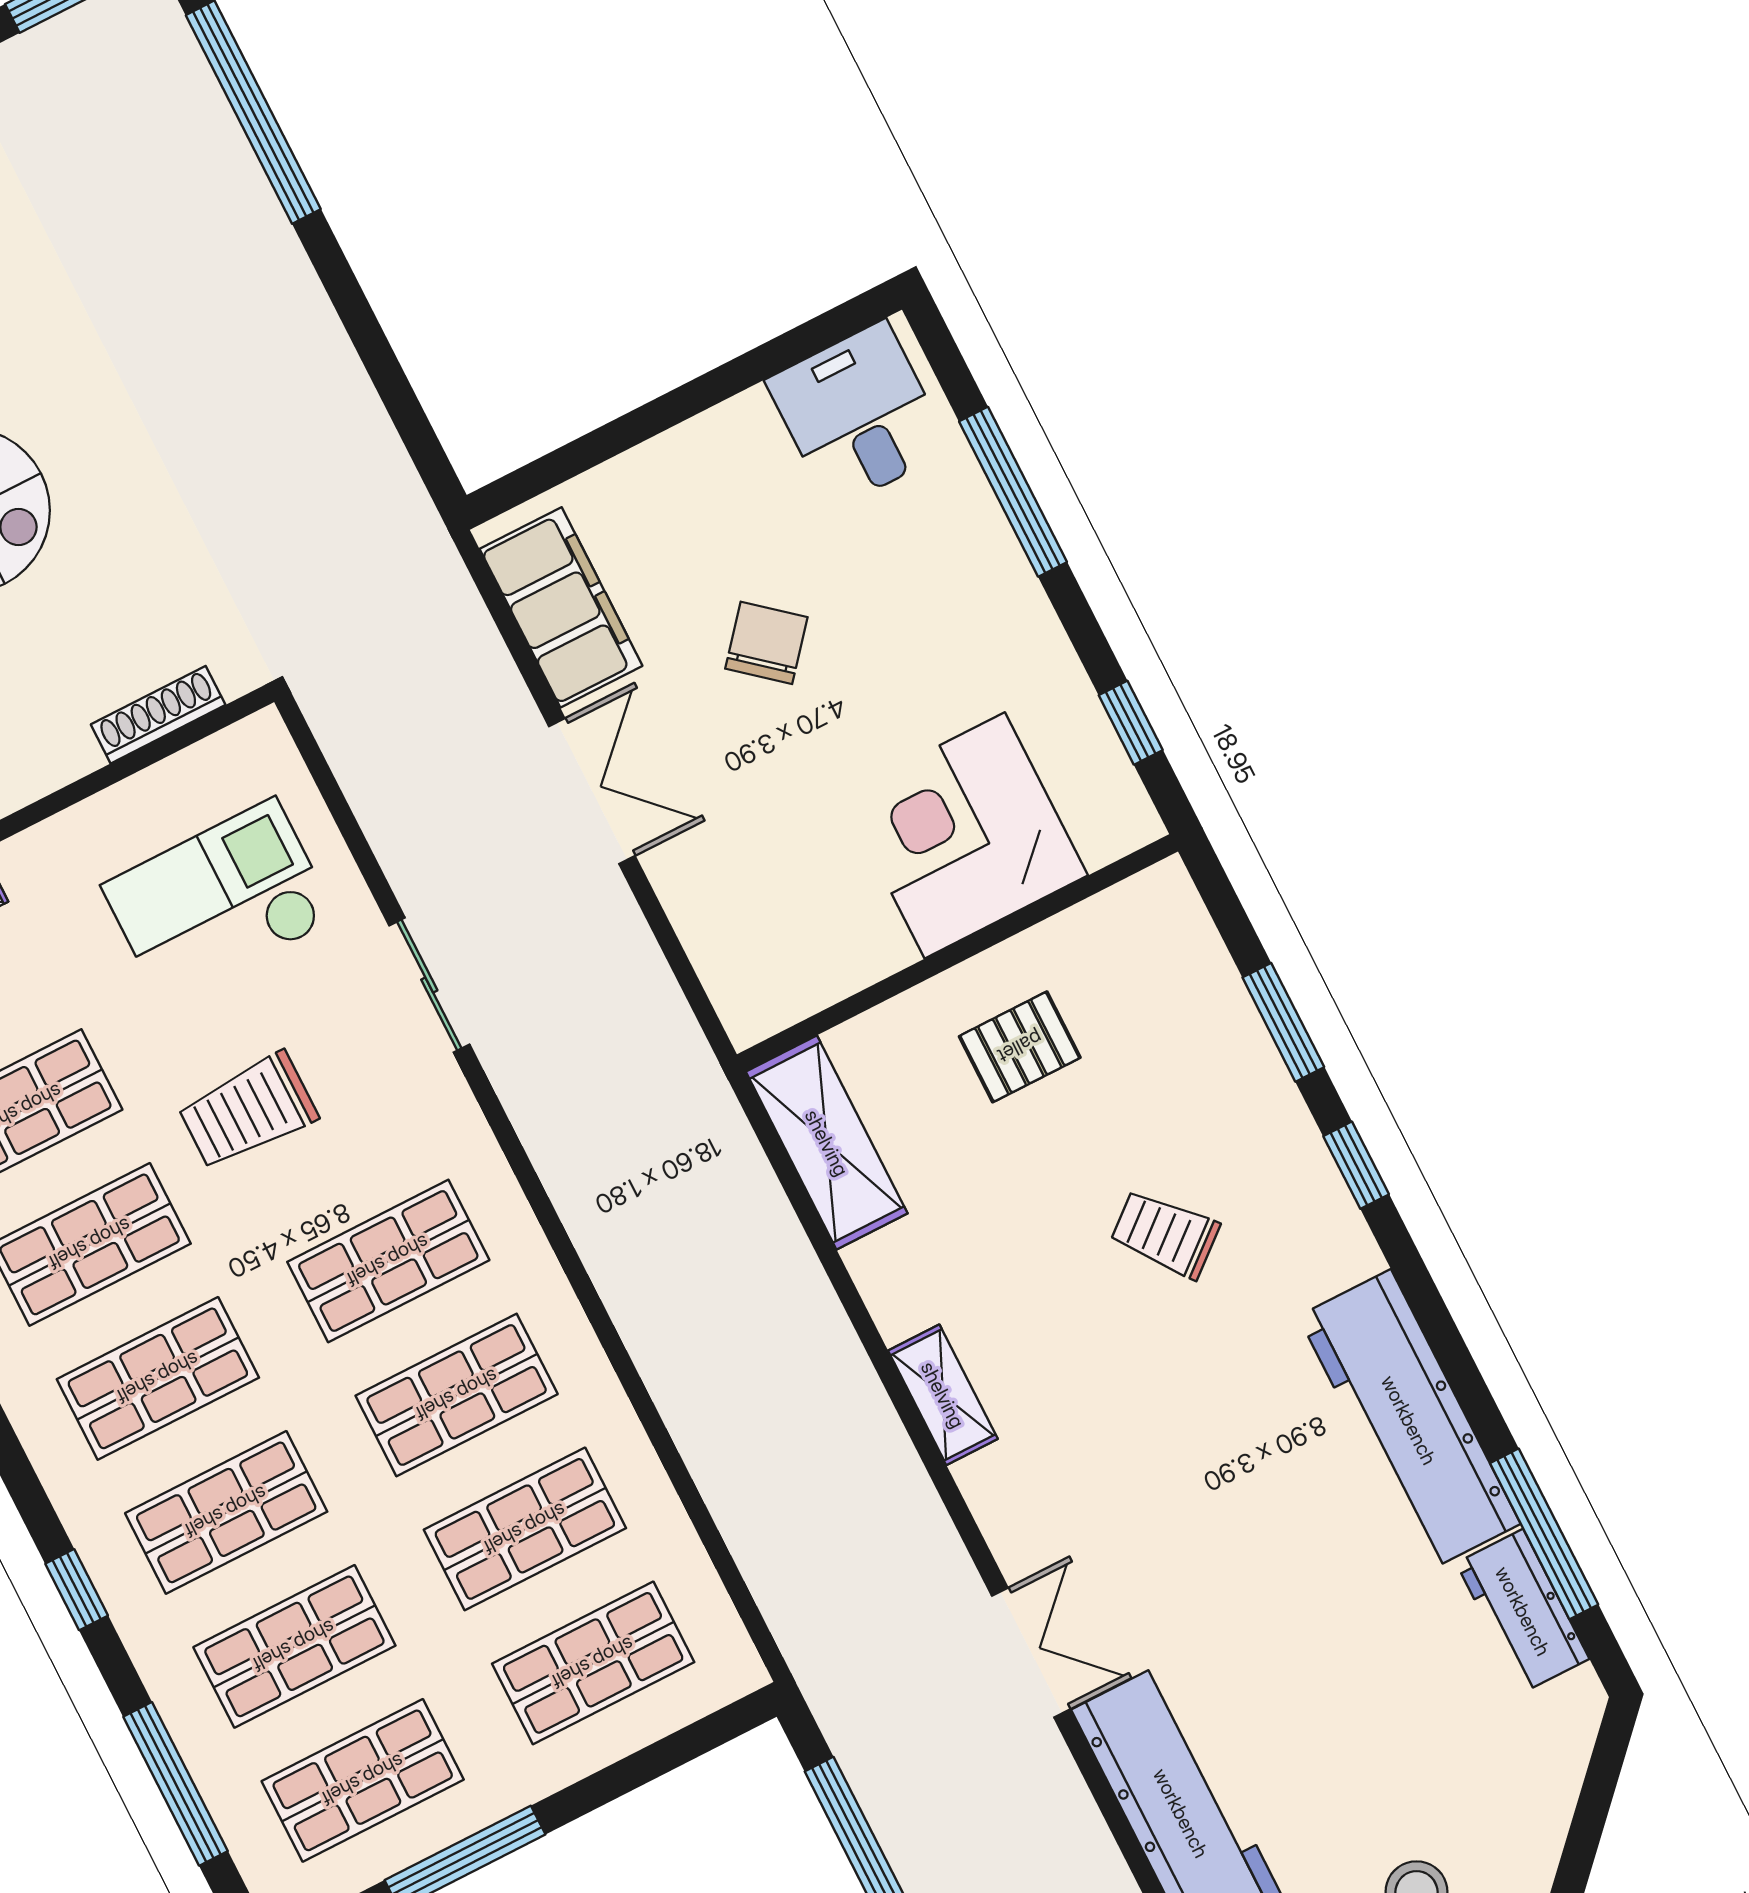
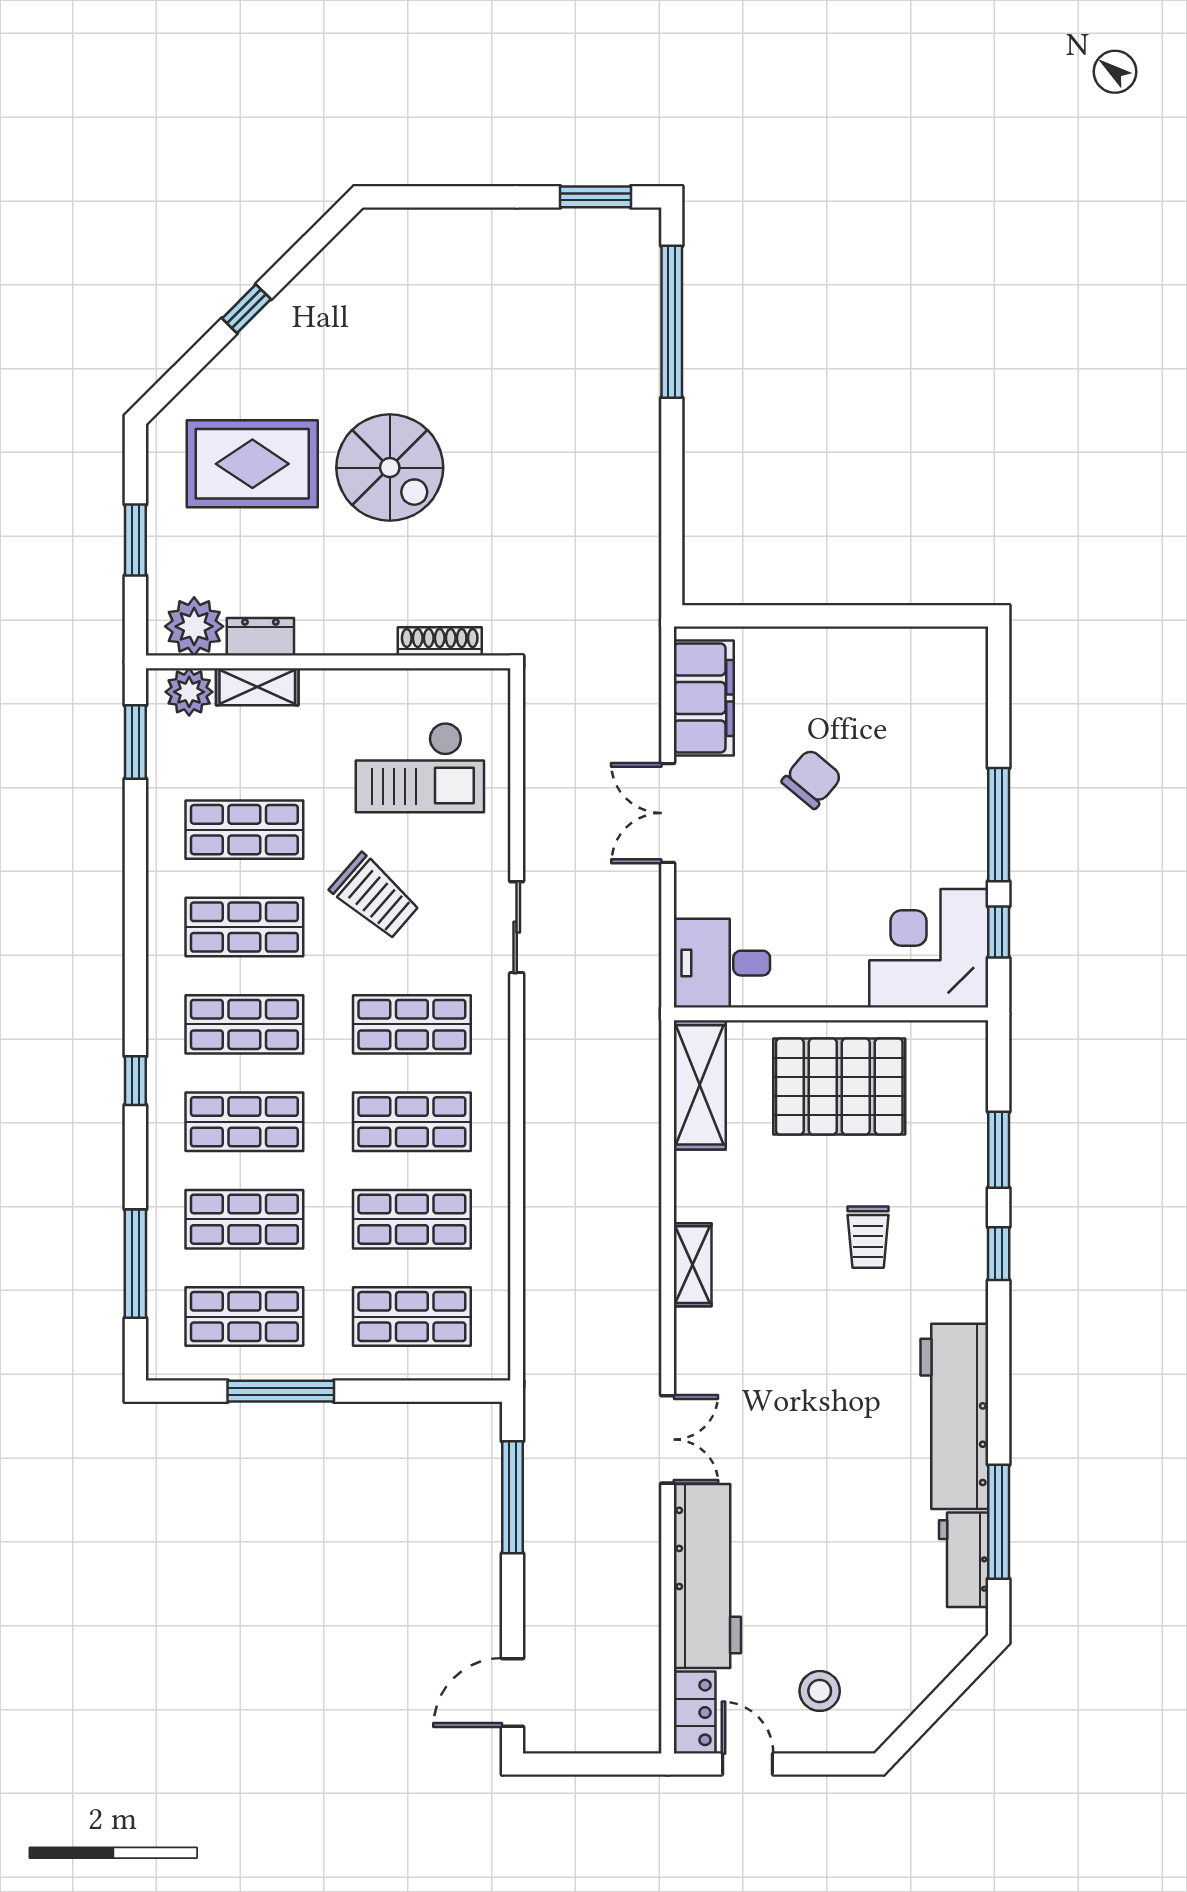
desk: (858, 415) -> (722, 963), moved, turned -90
window: (1013, 492) -> (999, 825), moved
double door: (592, 791) -> (668, 813), swing flipped
corner desk: (965, 835) -> (929, 948), moved
checkout: (219, 902) -> (420, 768), turned 180
sliding door: (429, 985) -> (517, 927), moved
pallet: (1020, 1047) -> (839, 1087), width x2.05, depth x2.00
trolley: (248, 1111) -> (375, 897), turned -139
trolley: (1165, 1234) -> (868, 1237), turned -140
window: (77, 1590) -> (135, 1081), moved

